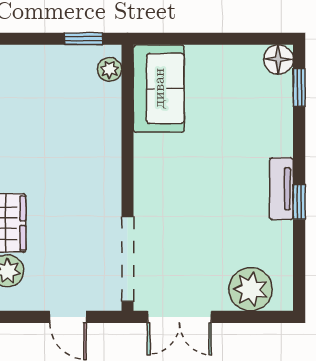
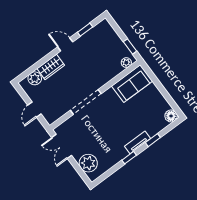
window: (299, 87) -> (153, 140), moved
tv unit: (281, 189) -> (137, 142), moved
doorway: (128, 259) -> (86, 102), moved

